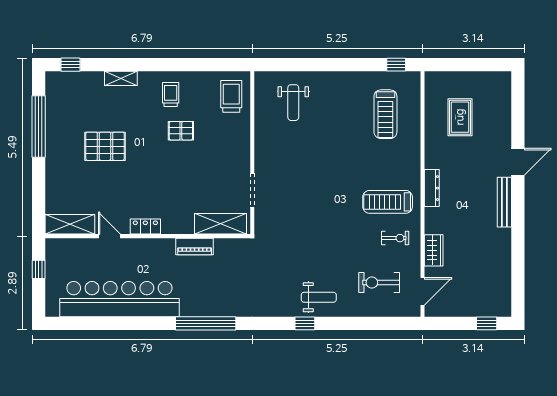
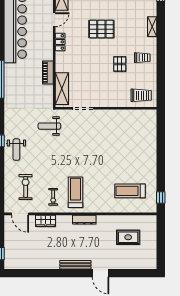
weight bench: (293, 103) -> (49, 126), moved
pallet: (105, 146) -> (101, 29), moved, turned 90

